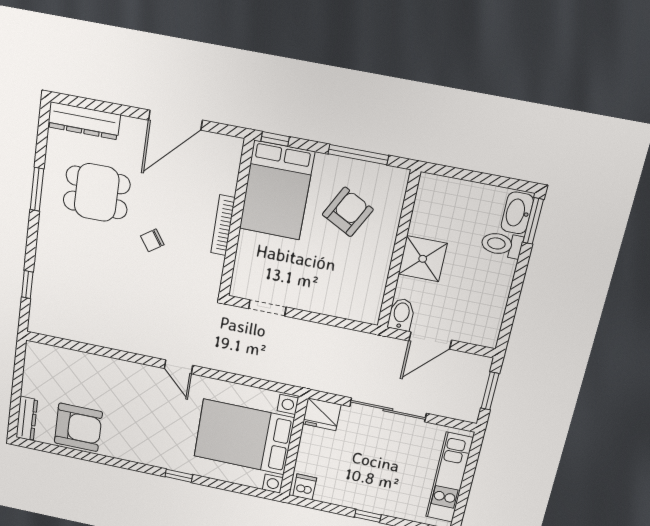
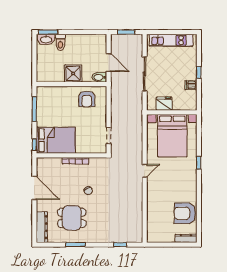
dining table: (97, 192) -> (72, 218), turned 90
armchair: (348, 212) -> (87, 99), moved, turned -118
fridge: (322, 414) -> (164, 104), moved, turned -90
armchair: (78, 427) -> (185, 213), turned -90
dishwasher: (305, 487) -> (191, 85), moved

